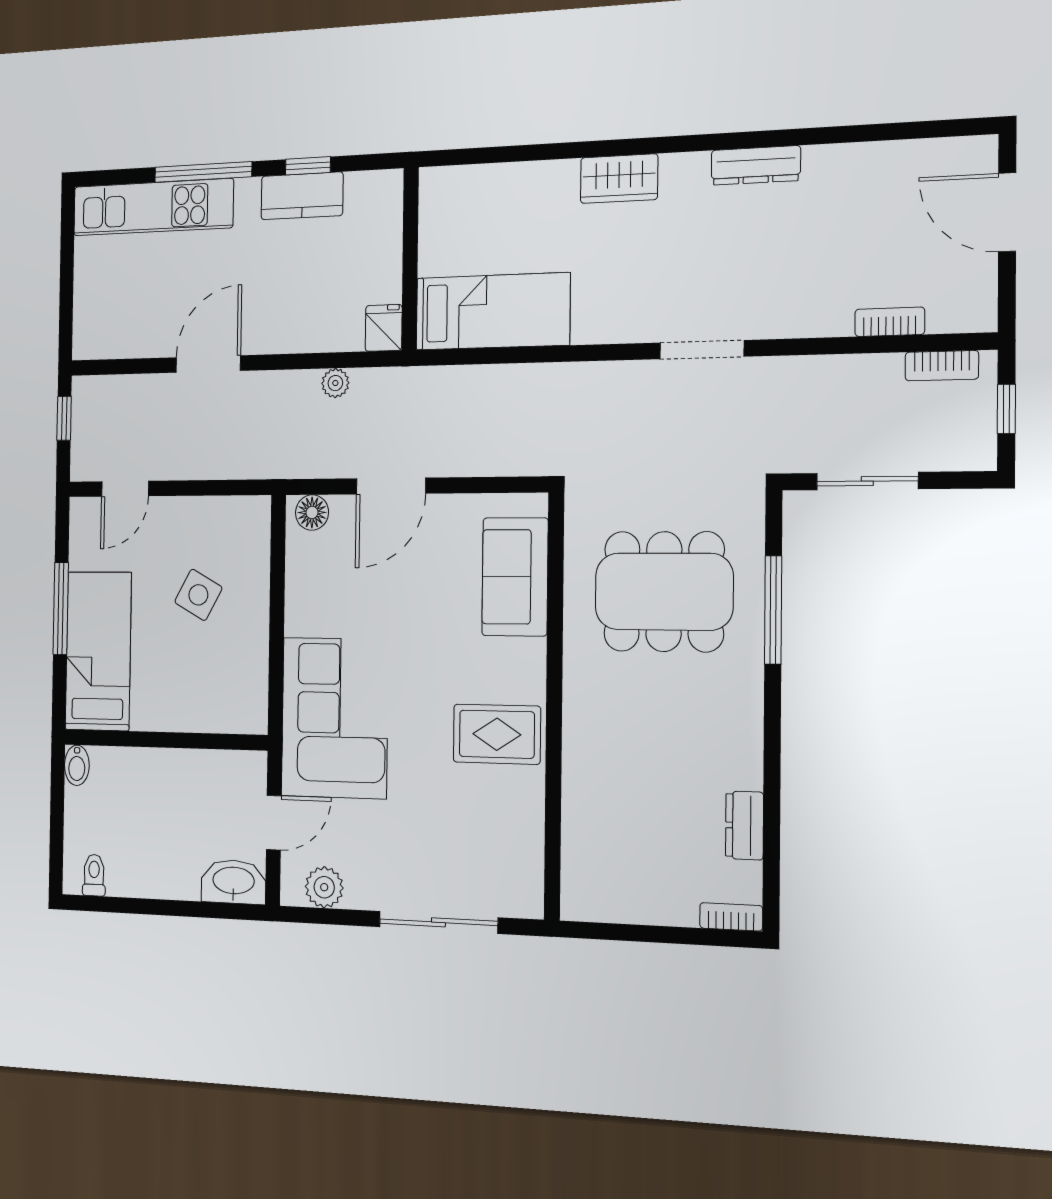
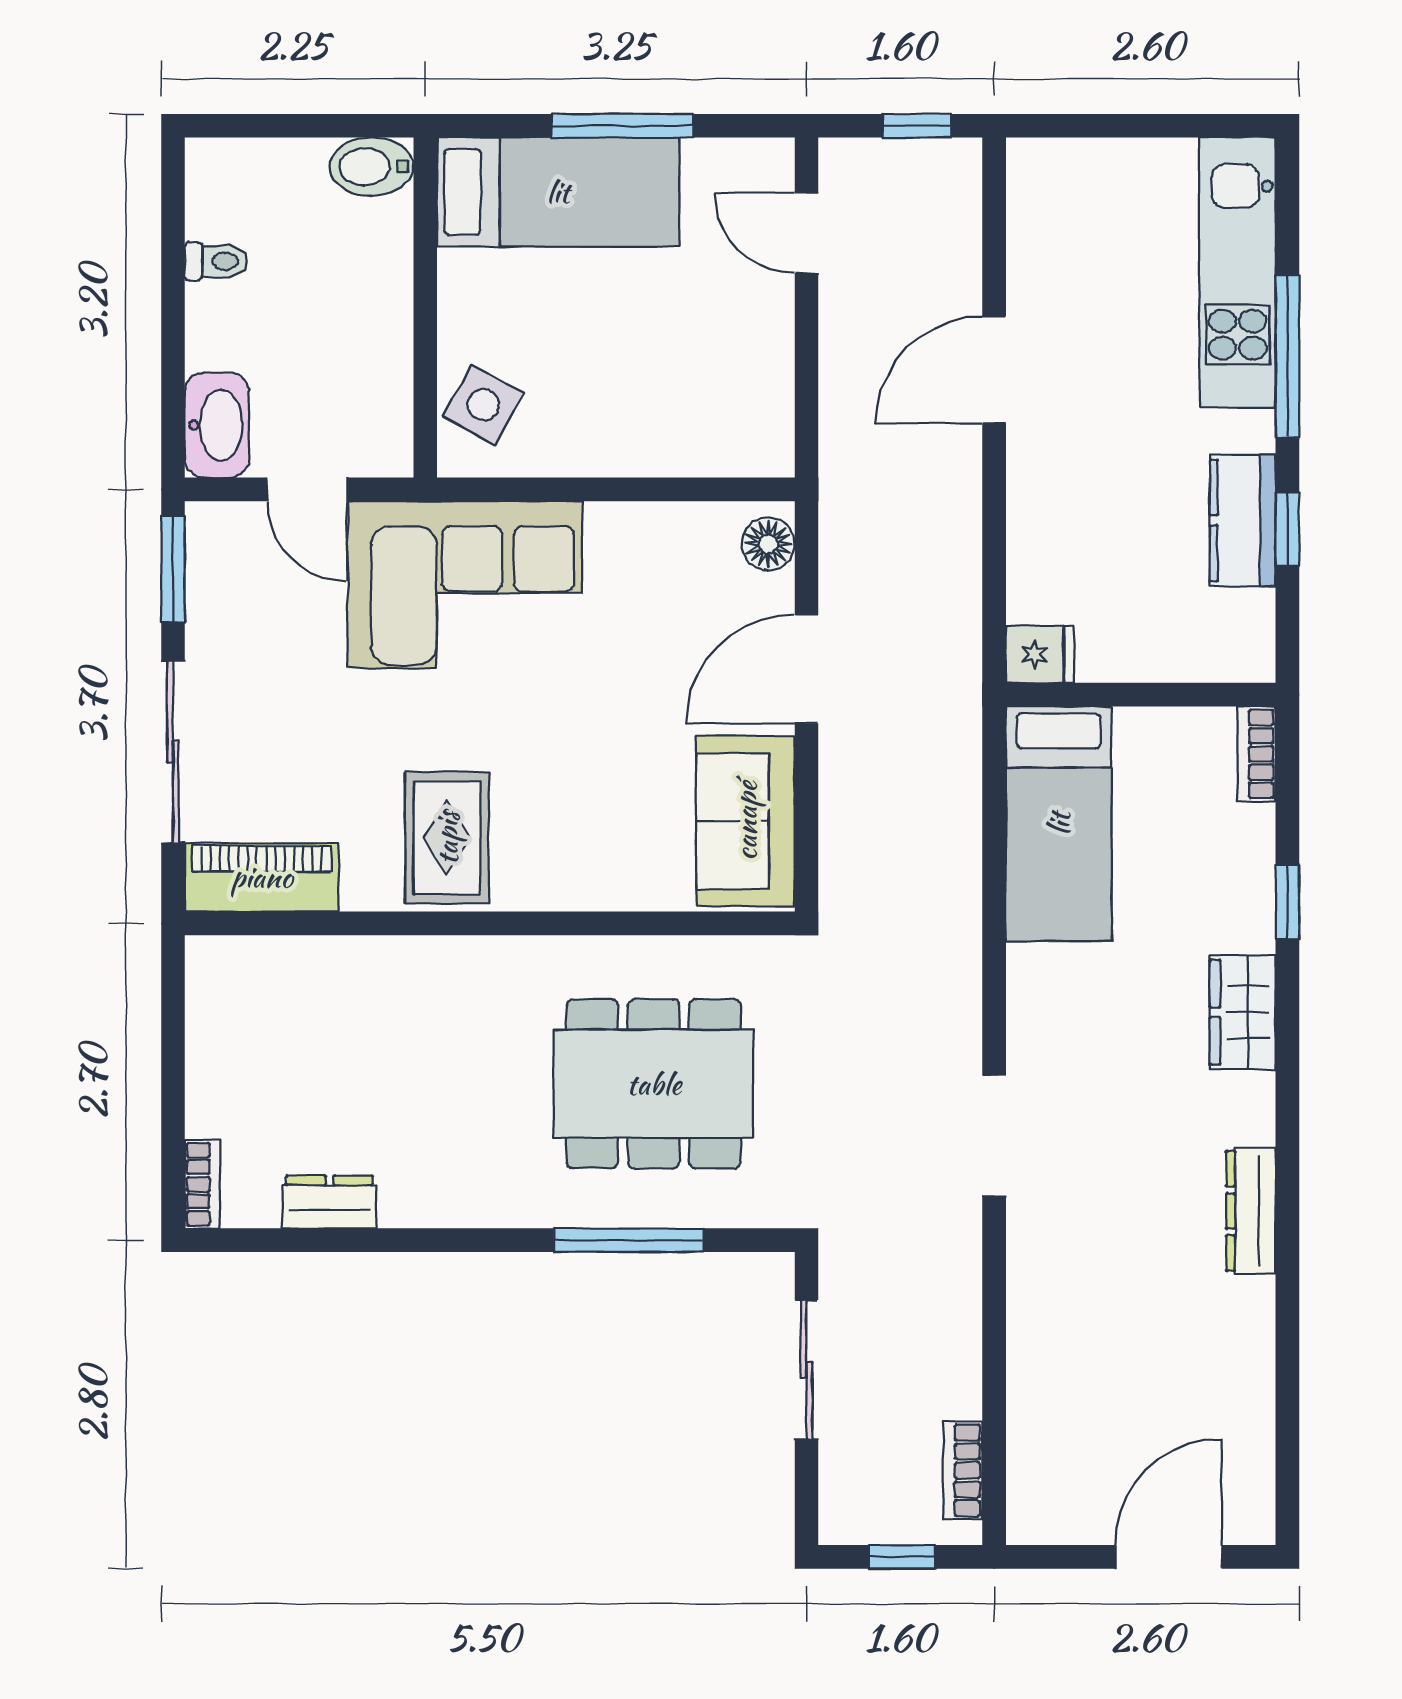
window: (546, 152) -> (1287, 902), added
bookcase: (890, 322) -> (1257, 754), moved, turned 180
door: (208, 364) -> (994, 370), swing flipped
plant: (335, 383) -> (960, 579), removed
door: (391, 486) -> (806, 669), hinge flipped
sofa: (515, 577) -> (746, 821), moved, turned -90
dining table: (664, 592) -> (654, 1084), turned 90
side table: (198, 595) -> (483, 405), moved
bidet: (77, 765) -> (371, 167), width x1.38, depth x1.36
piano: (522, 865) -> (262, 877), added
toilet: (94, 875) -> (216, 261), moved
plant: (324, 887) -> (215, 572), removed
window: (322, 916) -> (173, 569), added

